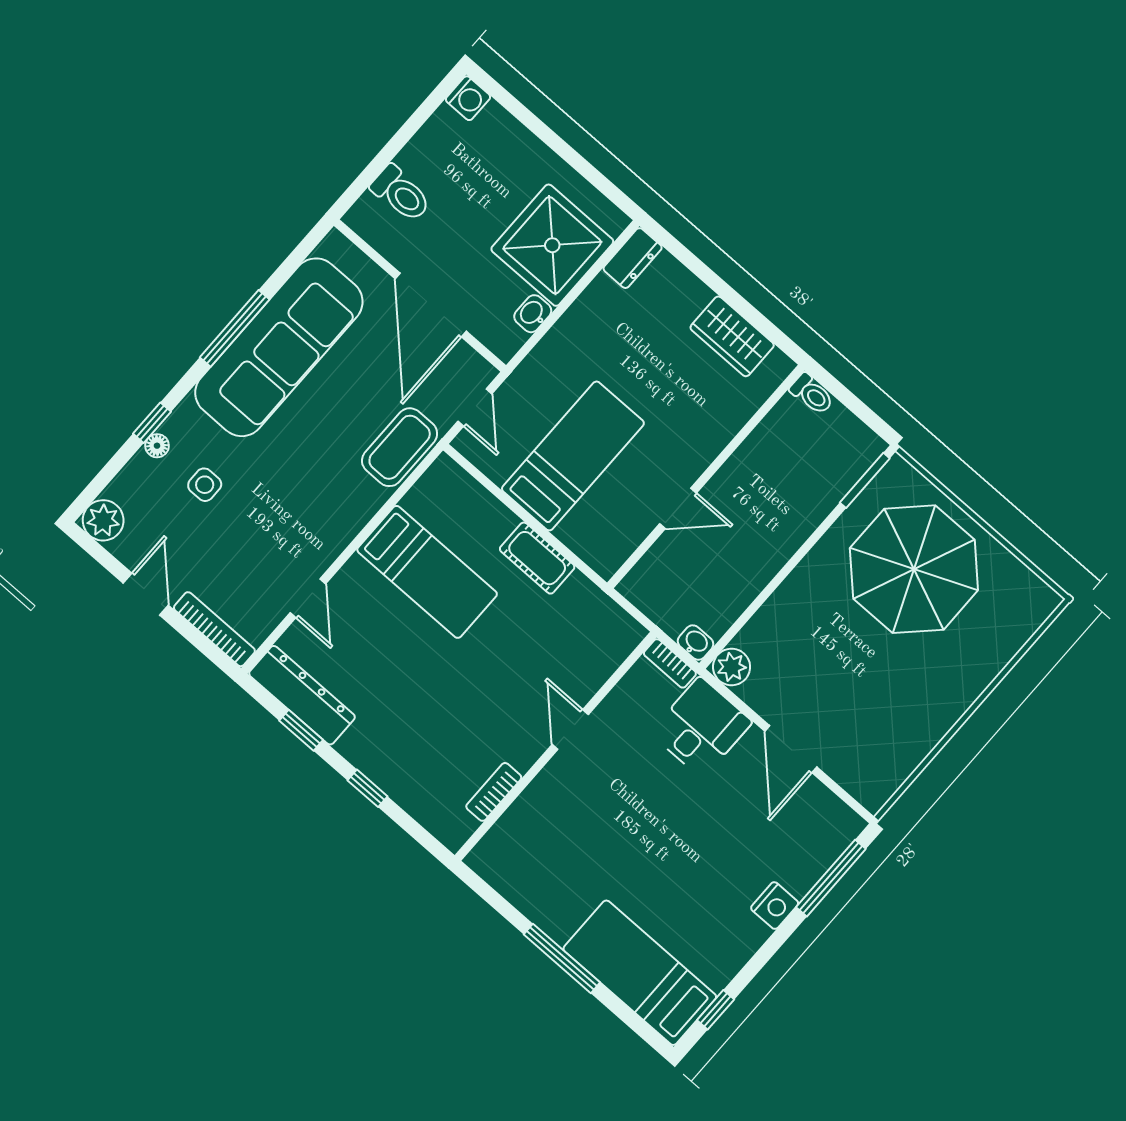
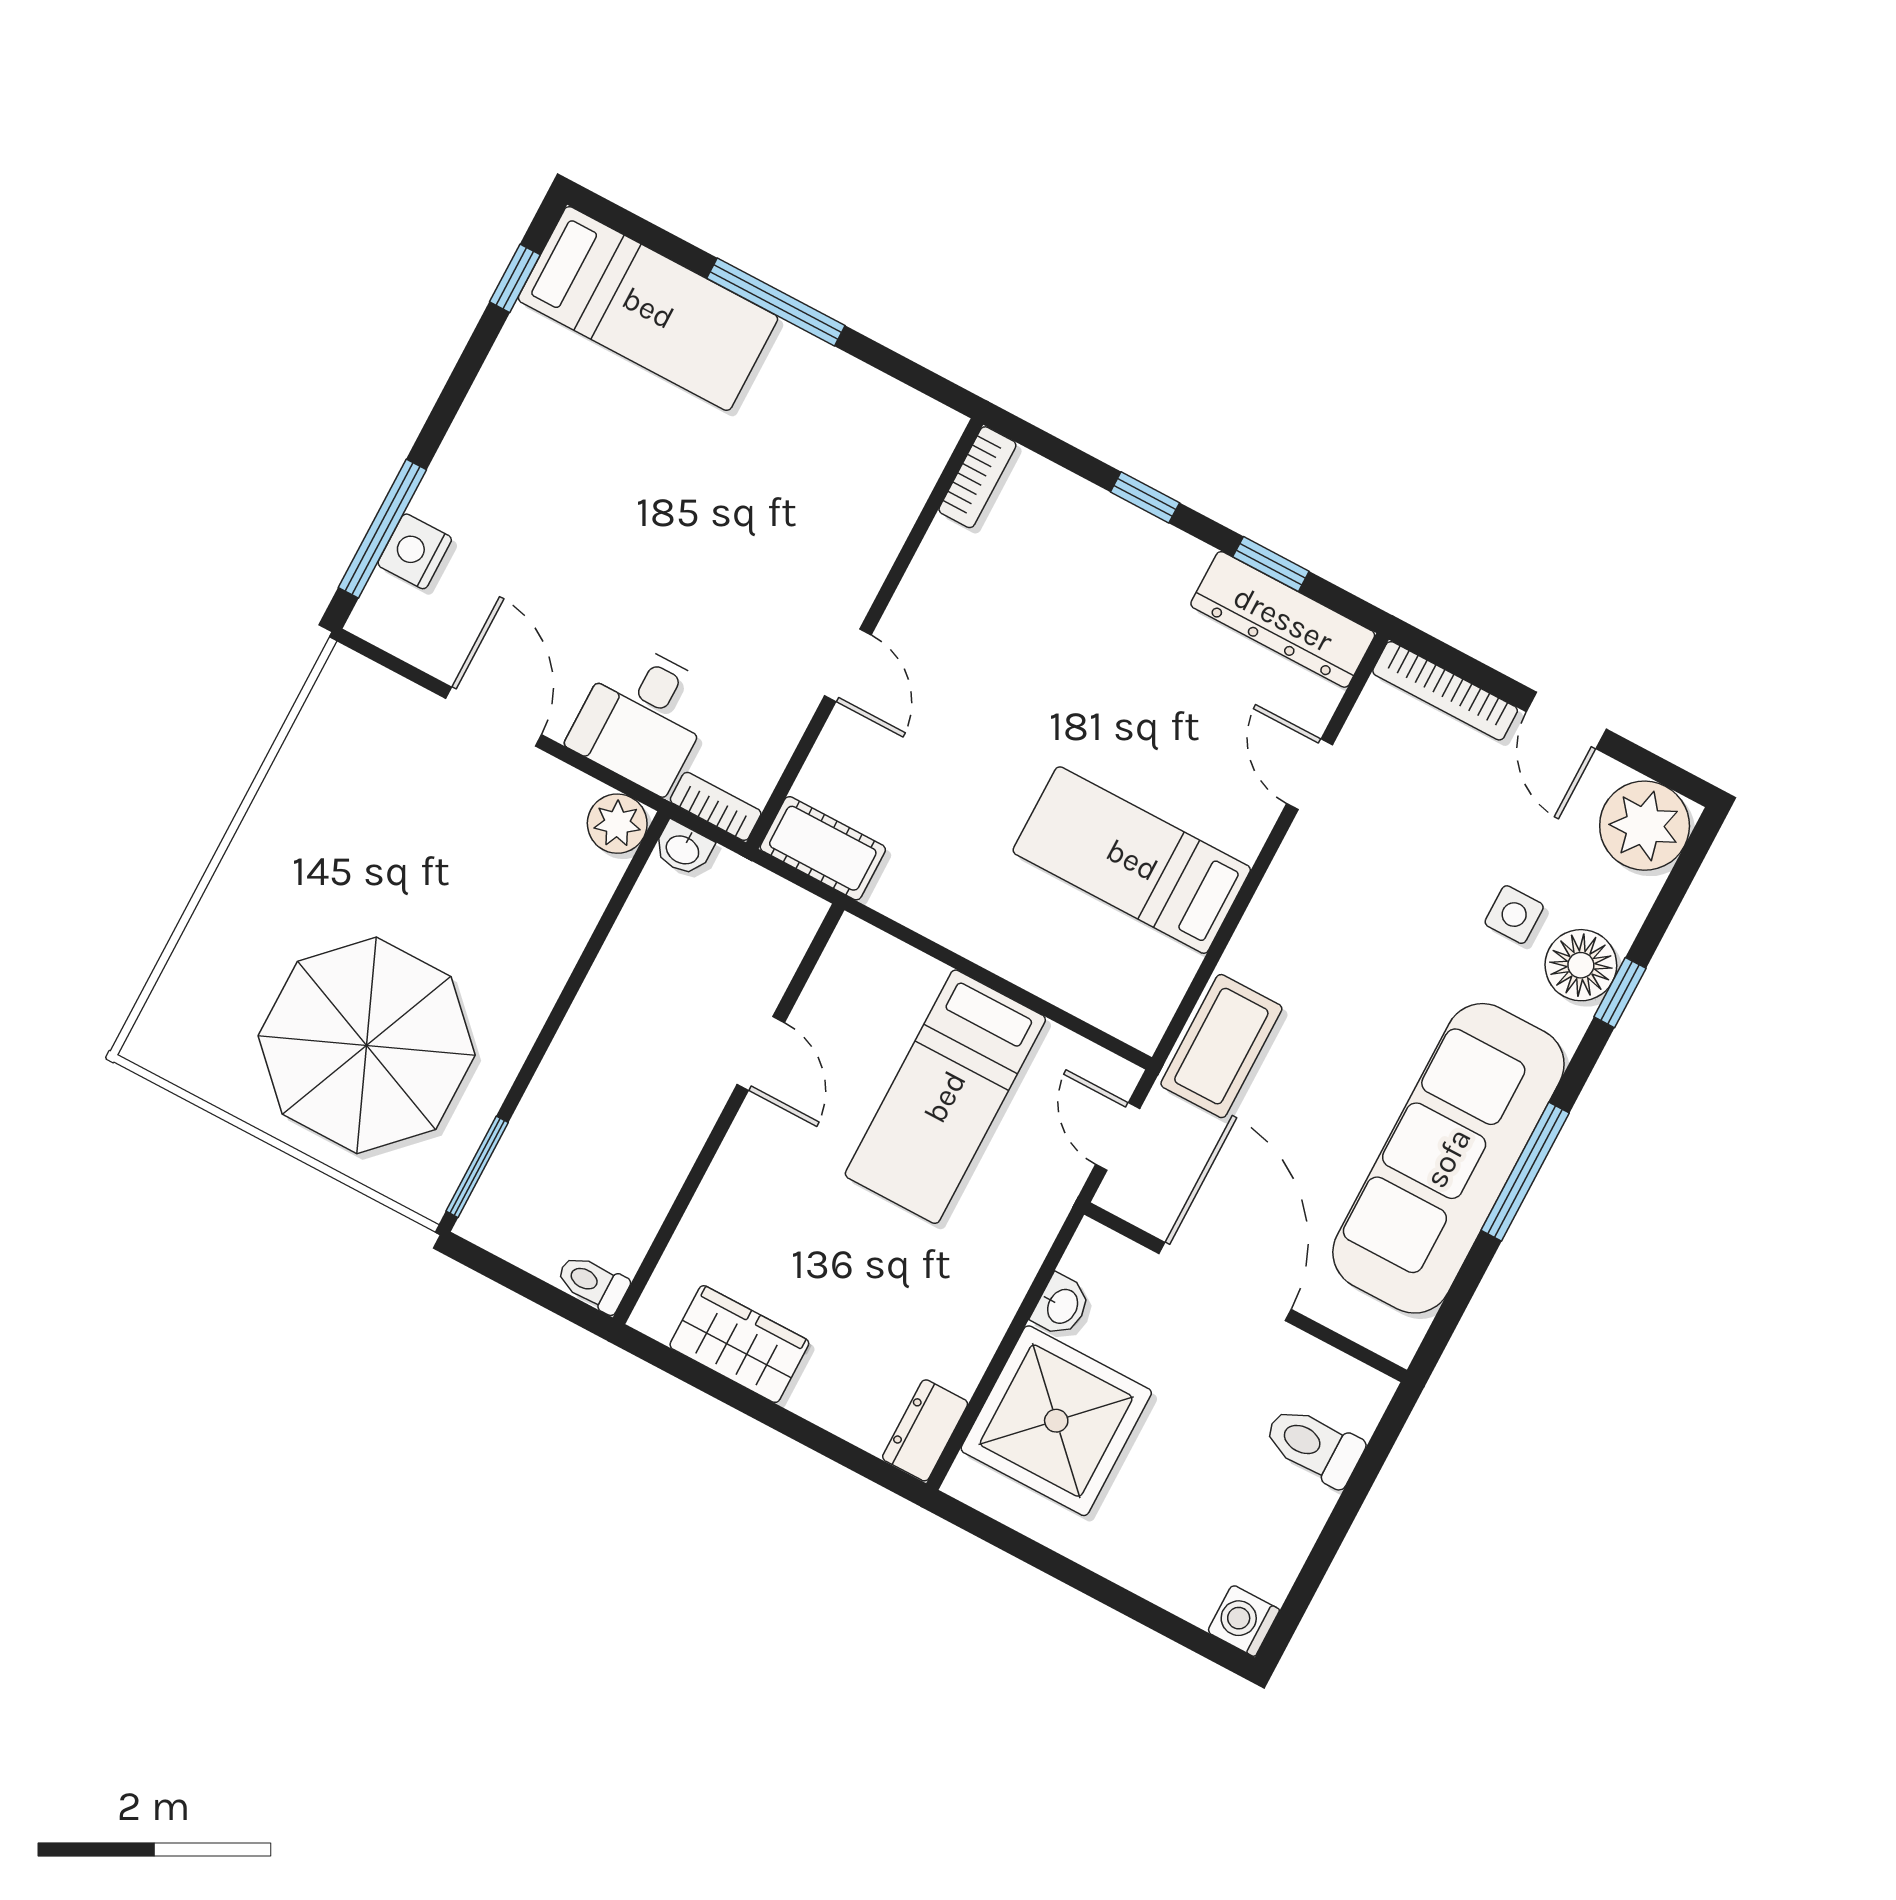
floor lamp: (157, 446) -> (1581, 965), width x1.89, depth x1.89
door: (678, 508) -> (761, 1053), swing flipped
plant: (103, 520) -> (1645, 826), width x1.36, depth x1.36
cot: (537, 558) -> (823, 848), moved
bookcase: (494, 792) -> (977, 477), moved
nightstand: (775, 906) -> (415, 551), moved

